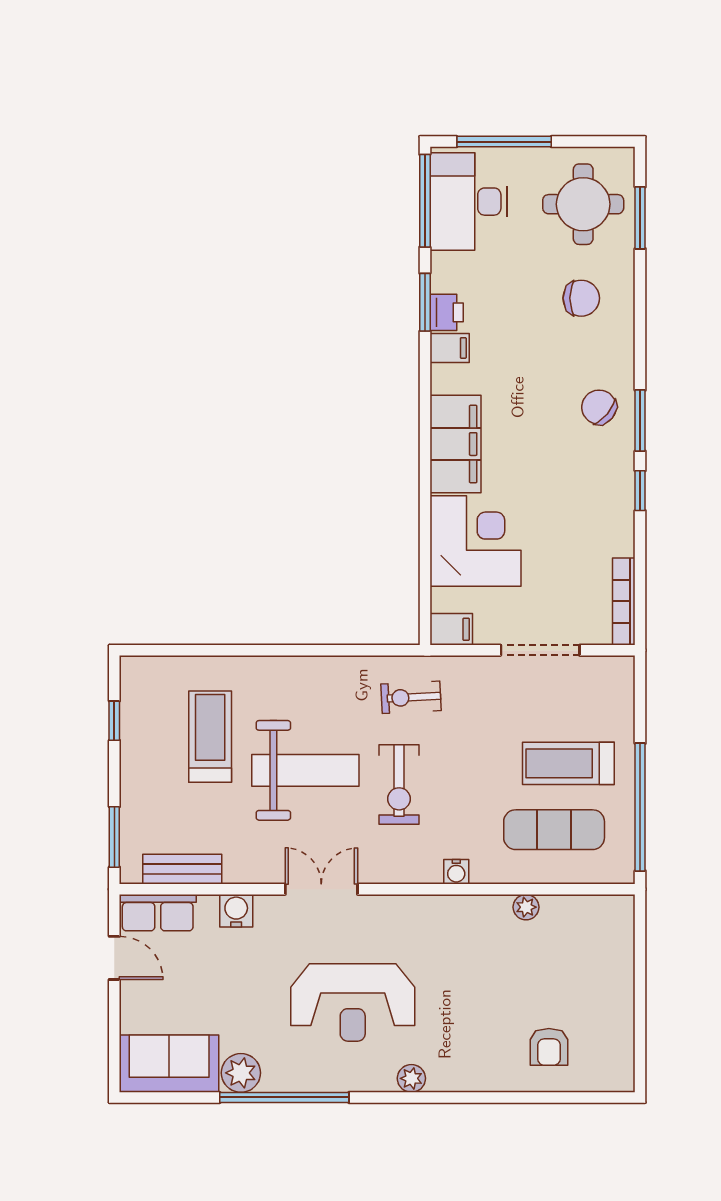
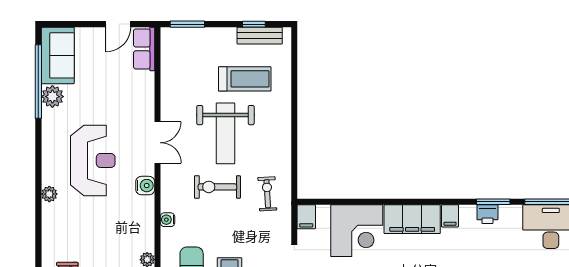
filing cabinet: (450, 348) -> (450, 216), moved
bench: (182, 869) -> (260, 36), moved, turned 90
water cooler: (236, 911) -> (145, 186), moved
reception desk: (353, 1002) -> (93, 160), turned 180
window: (284, 1097) -> (38, 82), moved

